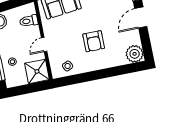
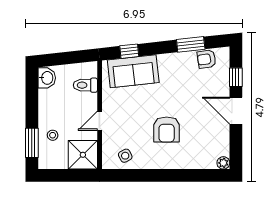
door: (141, 18) -> (236, 111), hinge flipped
plant: (135, 54) -> (223, 163), width x0.53, depth x0.53

